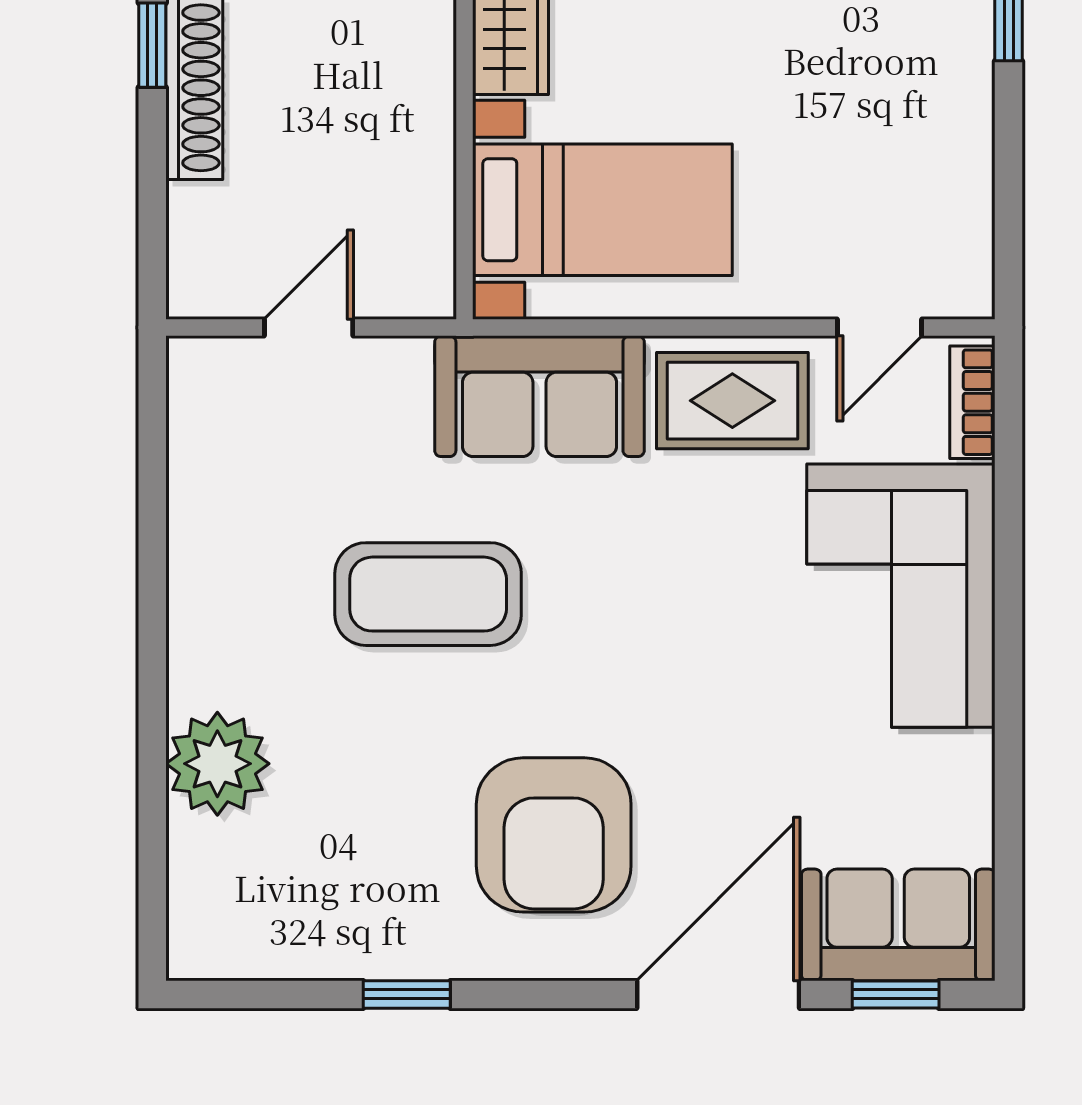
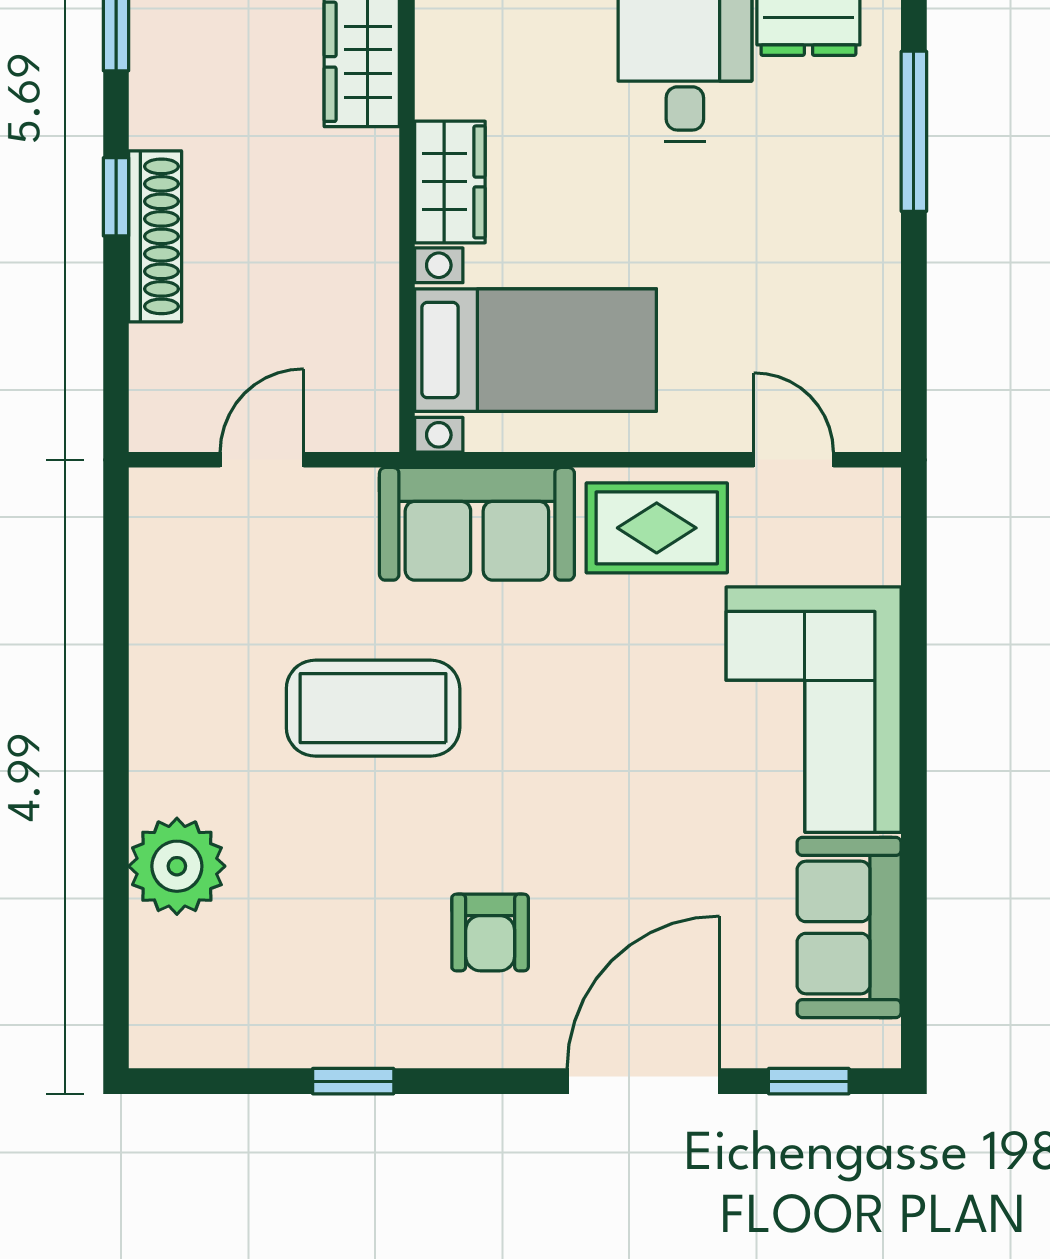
door: (879, 328) -> (794, 460), swing flipped
bookcase: (972, 402) -> (880, 529), removed
armchair: (554, 835) -> (490, 933), width x0.53, depth x0.53
sofa: (898, 925) -> (849, 928), moved, turned -90

